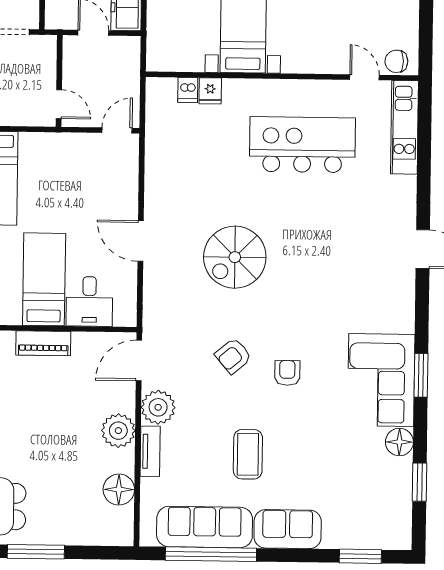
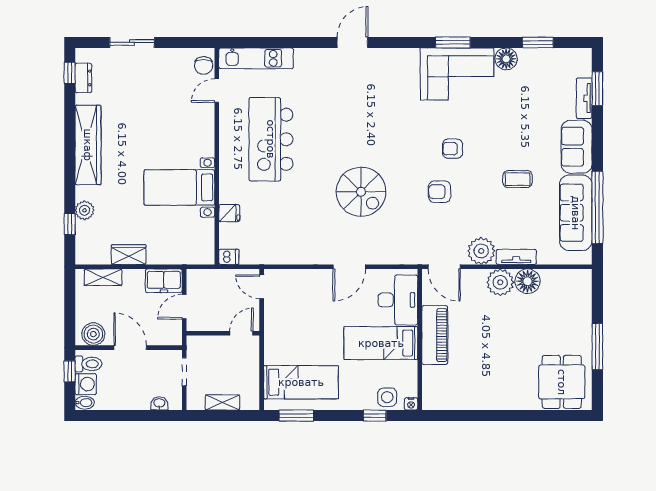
dishwasher: (188, 90) -> (229, 257), moved
desk: (89, 301) -> (398, 300), width x1.37
piano: (43, 343) -> (435, 335), width x1.37, depth x1.33
armchair: (233, 356) -> (440, 192), turned 130
coffee table: (248, 454) -> (518, 179), width x0.73, depth x0.77
floor lamp: (119, 490) -> (528, 281), moved
tv unit: (348, 539) -> (584, 98), added

